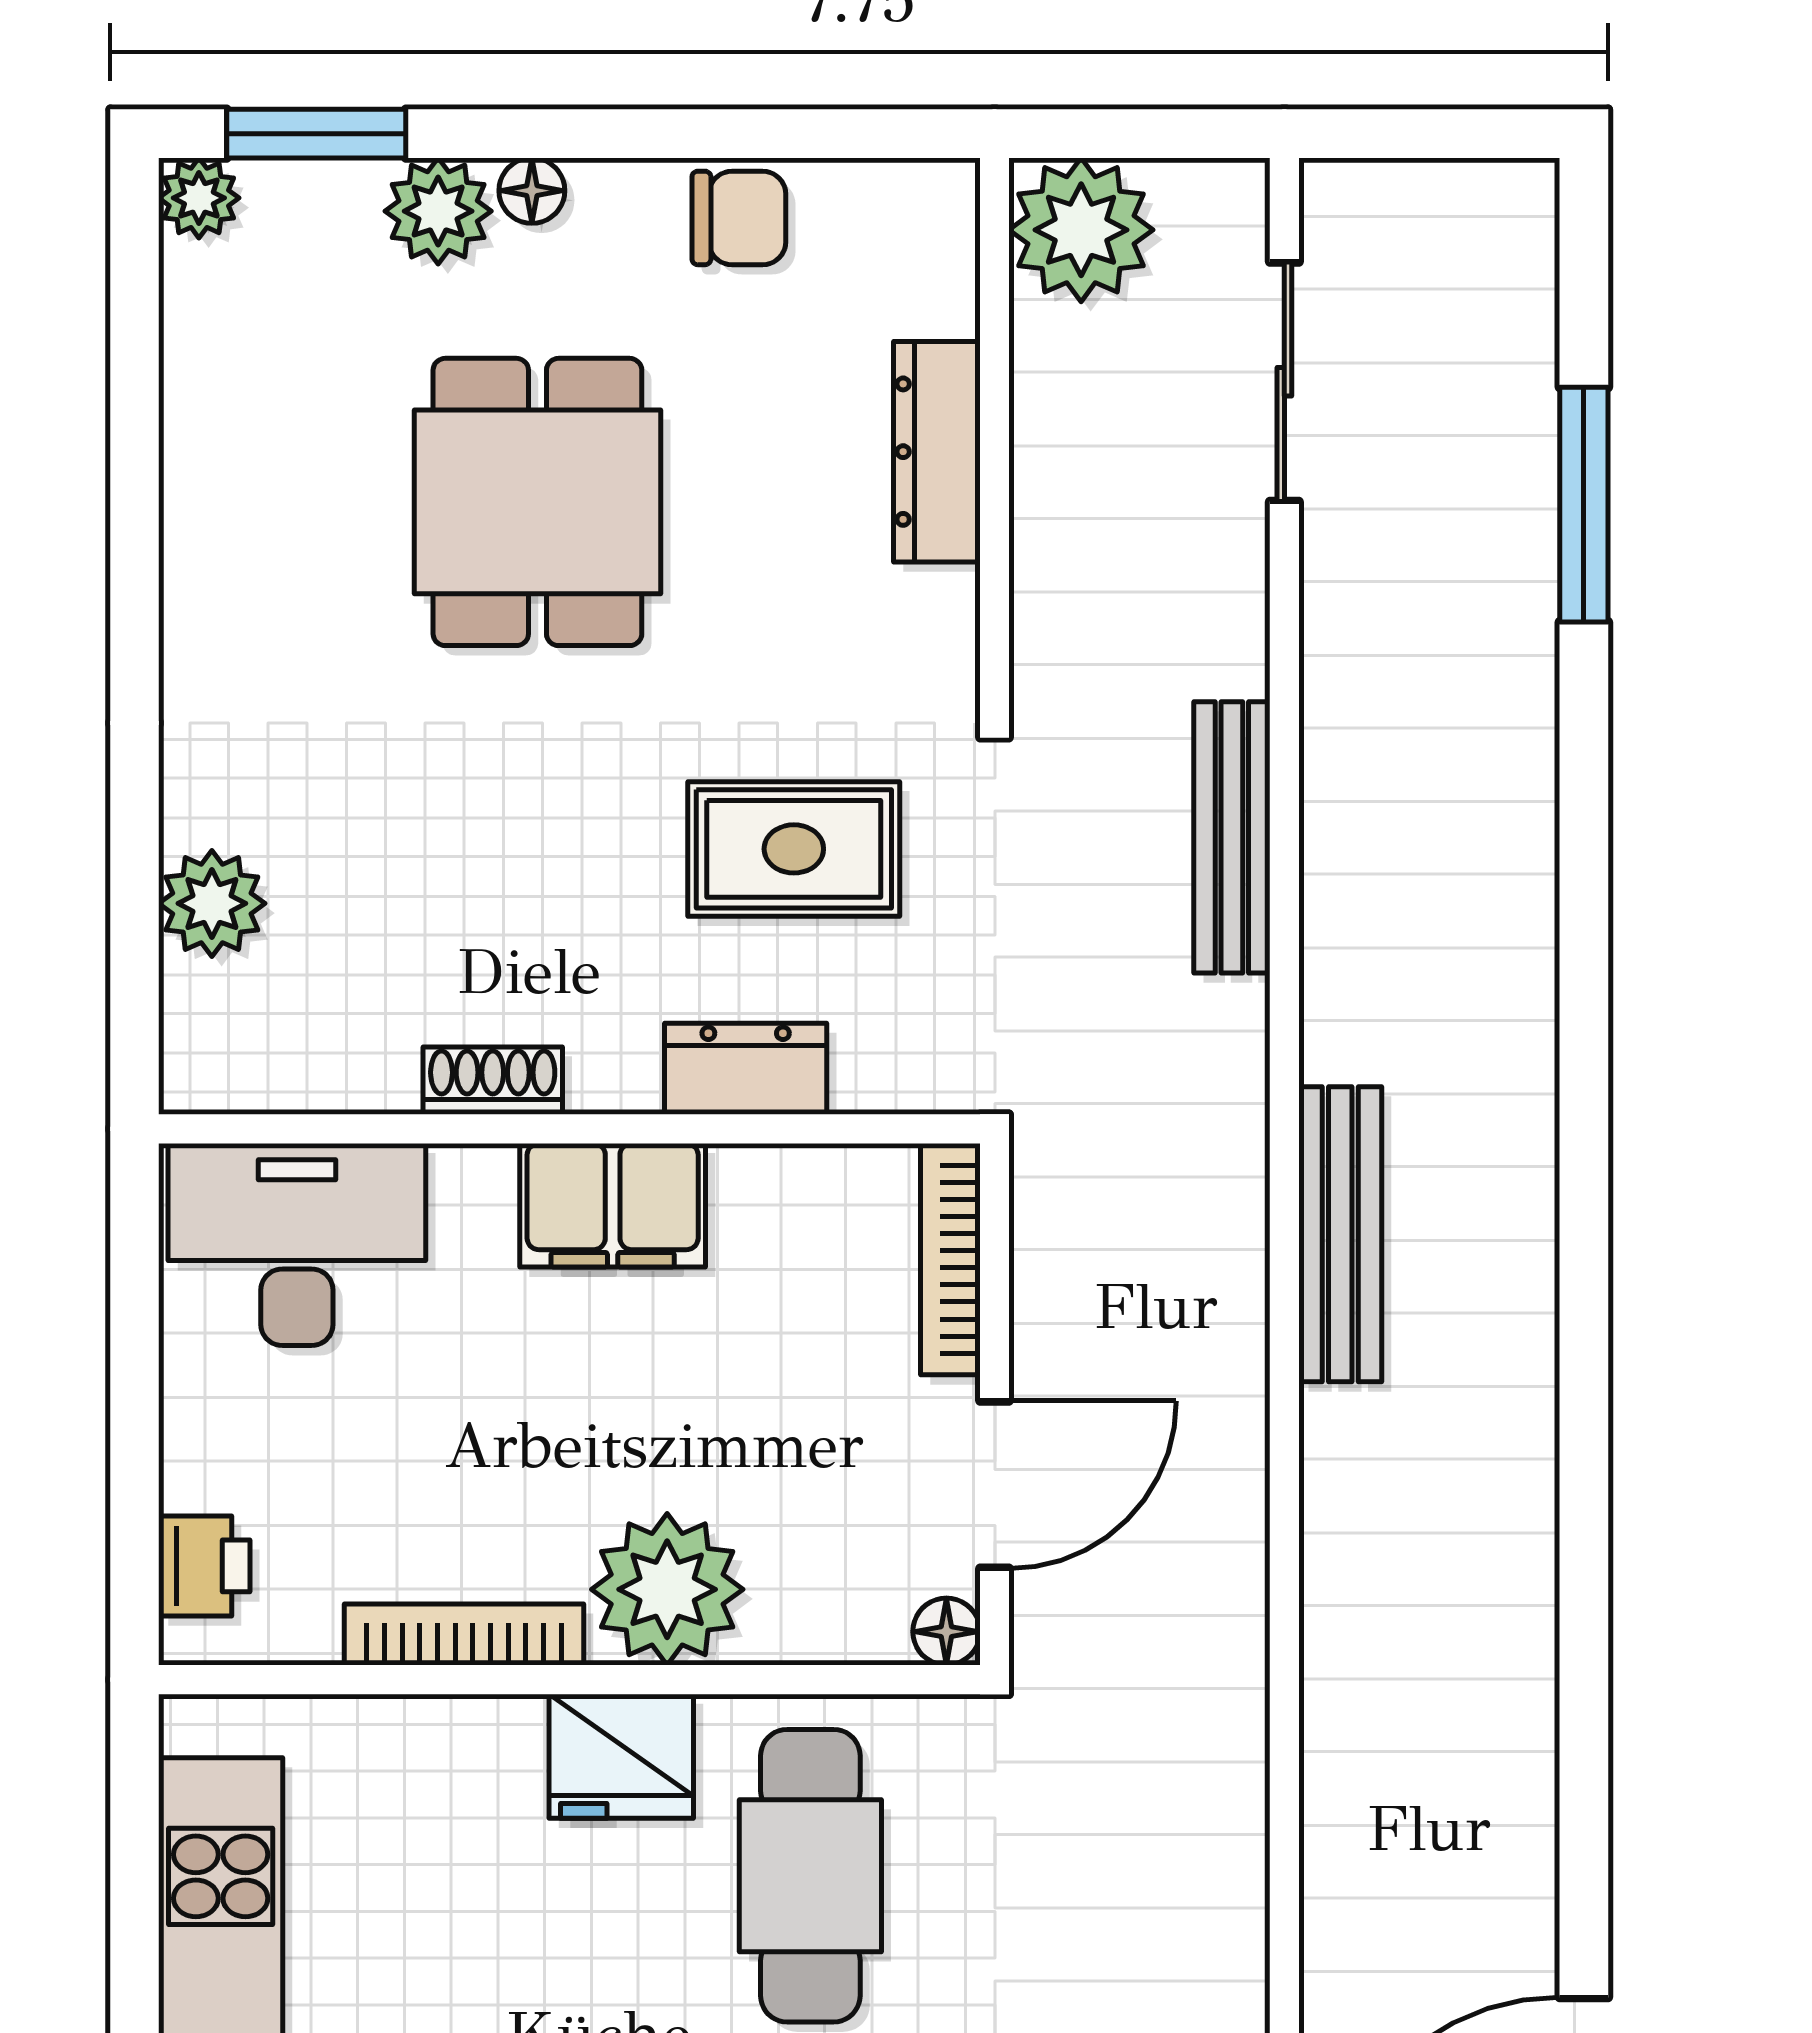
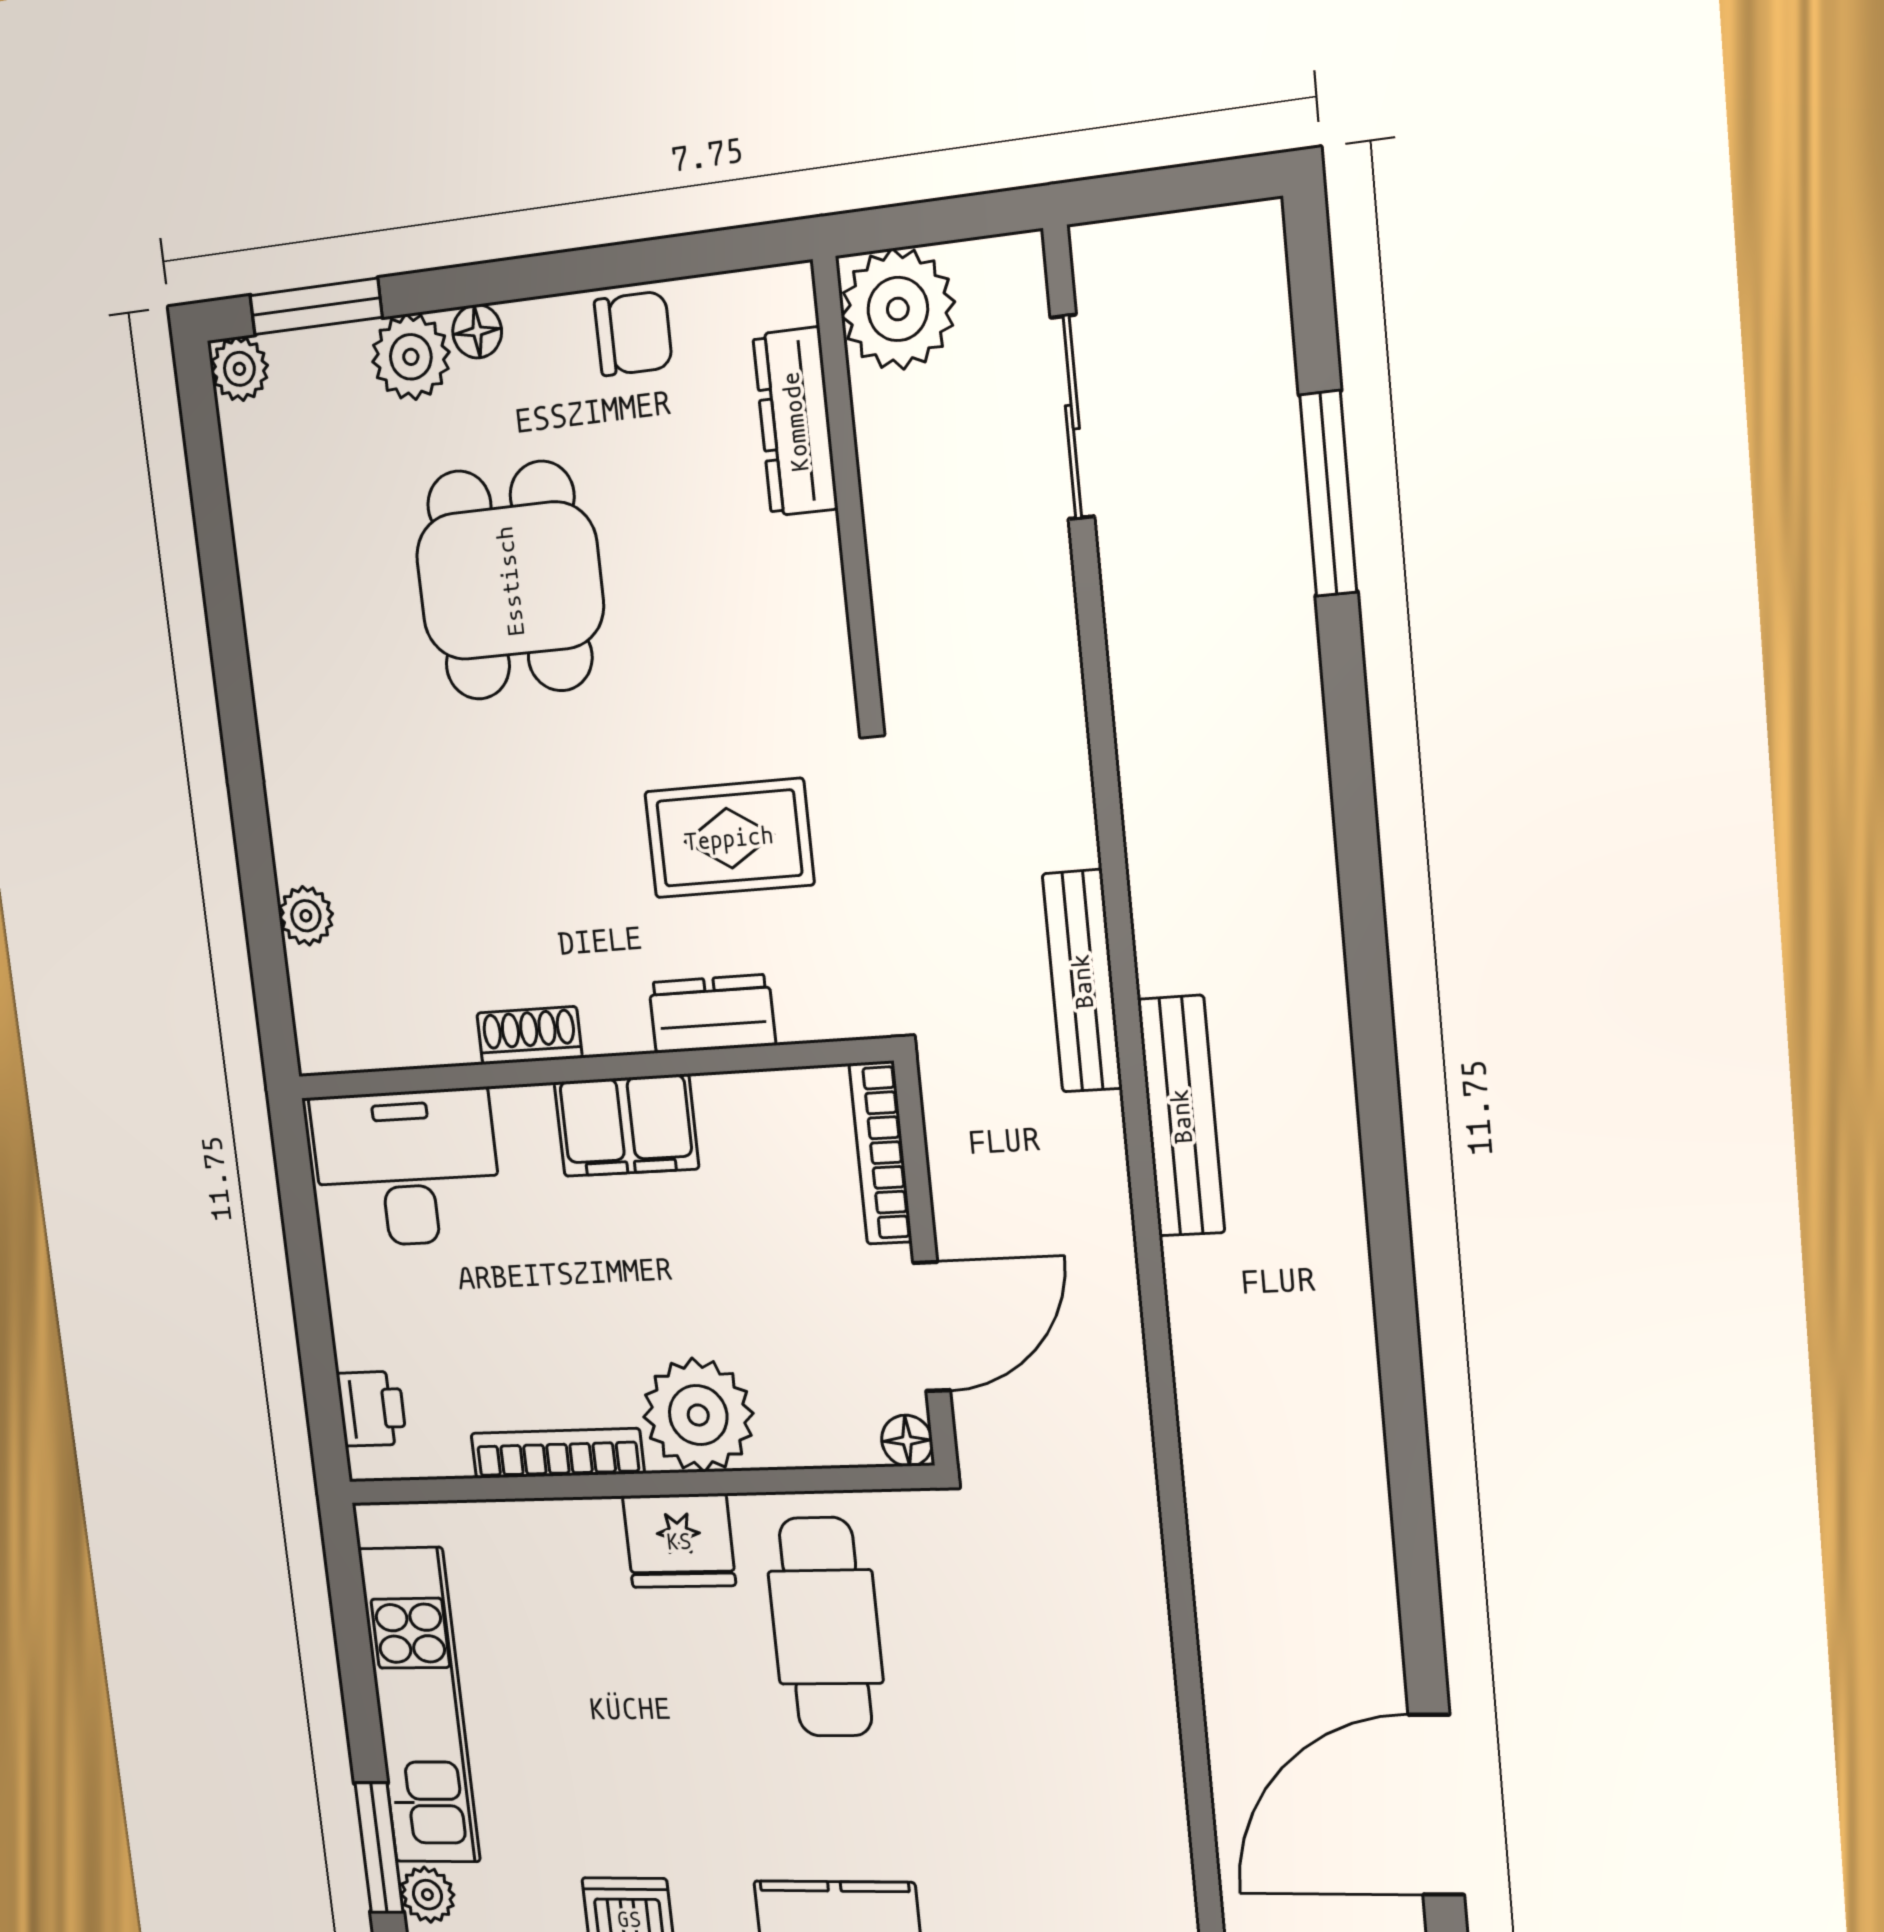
dresser: (937, 452) -> (795, 422), moved
bench: (1232, 837) -> (1082, 981), moved
plant: (212, 903) -> (306, 916), width x0.73, depth x0.73

